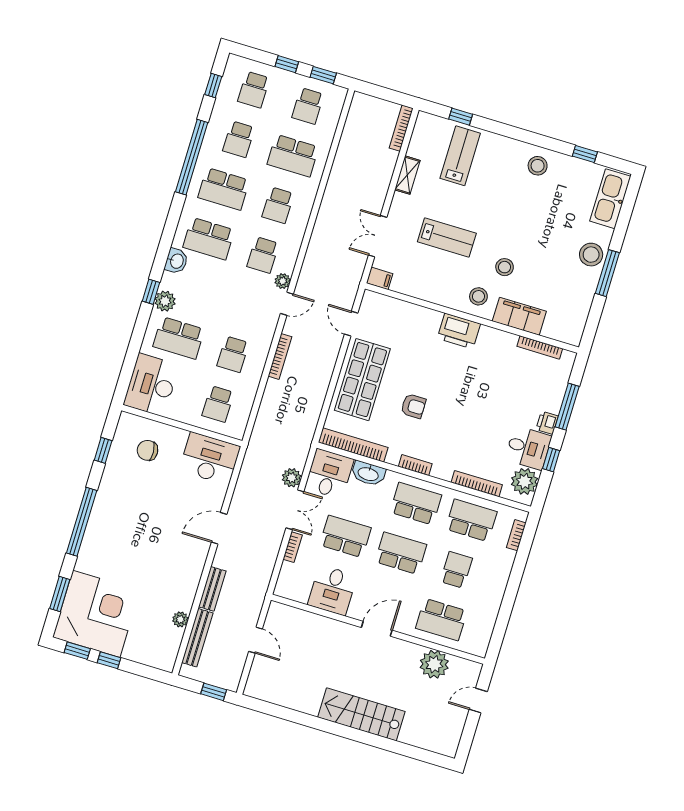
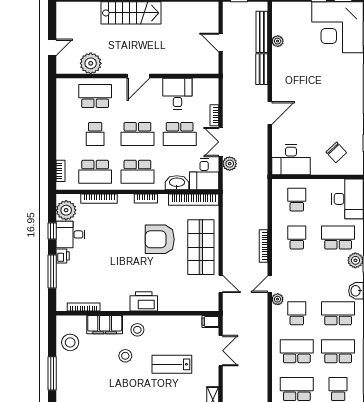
school desk: (278, 205) -> (297, 351), width x1.85
stool: (591, 255) -> (70, 342), moved
armchair: (413, 406) -> (160, 239), width x1.88, depth x1.88
chair: (147, 450) -> (336, 152), turned 50

